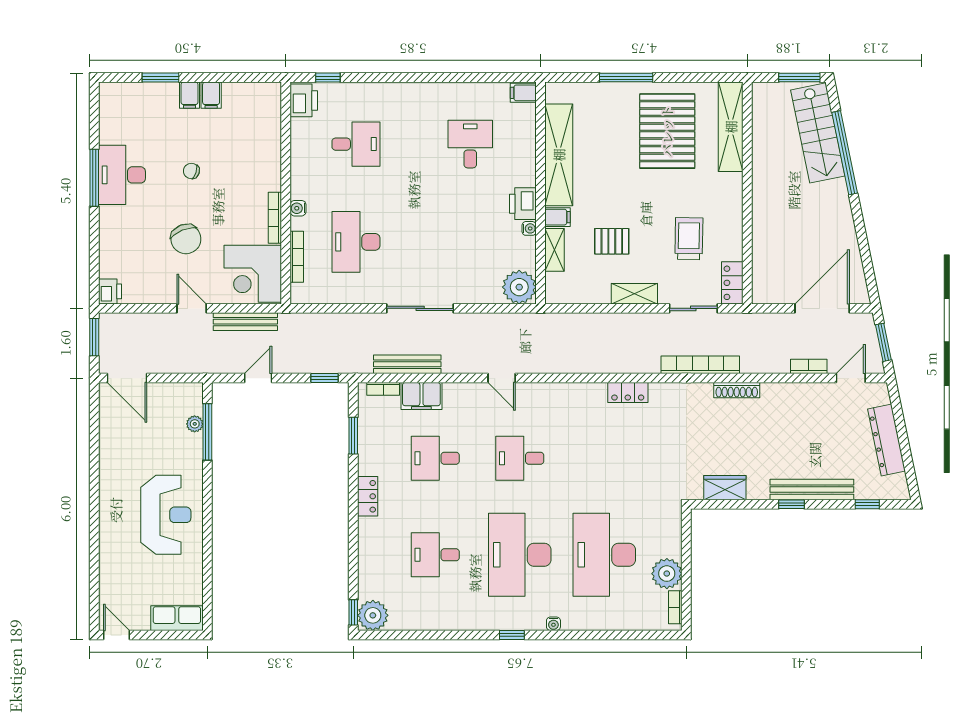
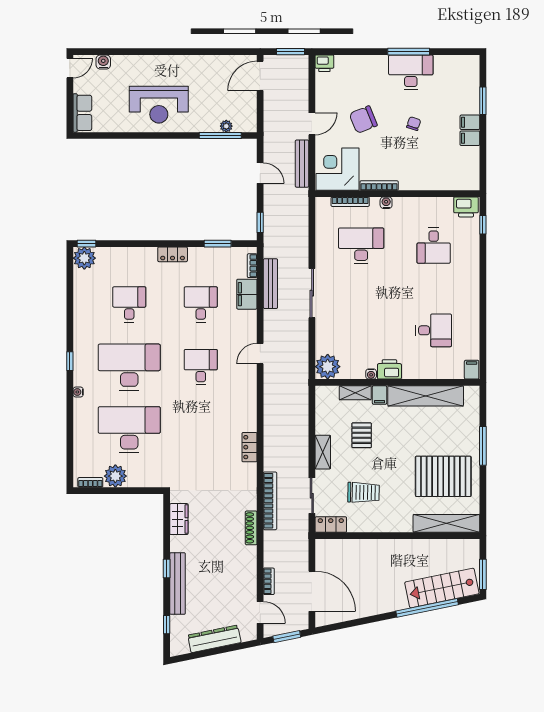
water cooler: (108, 590) -> (103, 62), added

